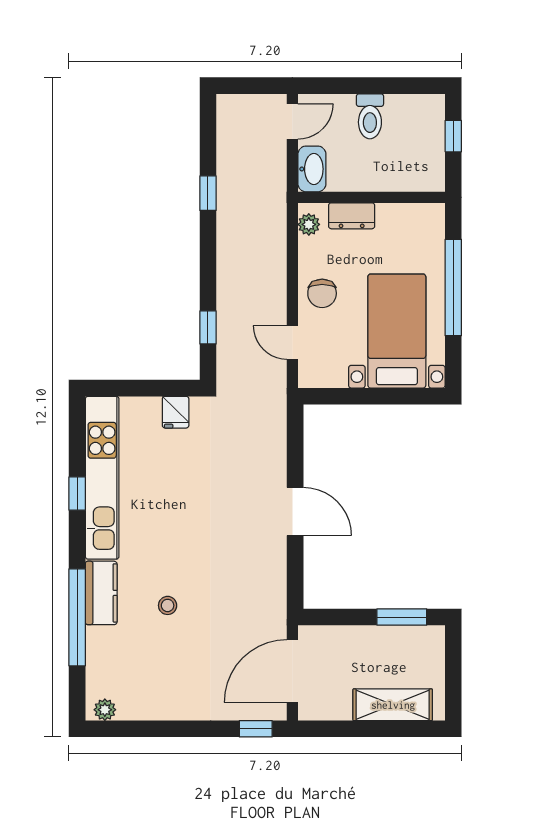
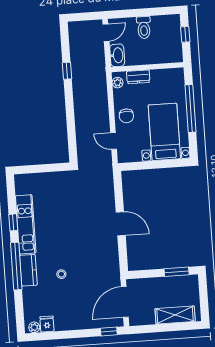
window: (208, 327) -> (72, 137), removed
fridge: (176, 412) -> (47, 324), moved, turned 180
kitchen unit: (102, 478) -> (26, 224), width x0.73
window: (77, 617) -> (16, 266), moved

